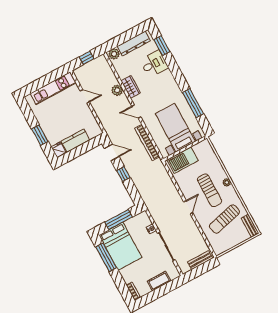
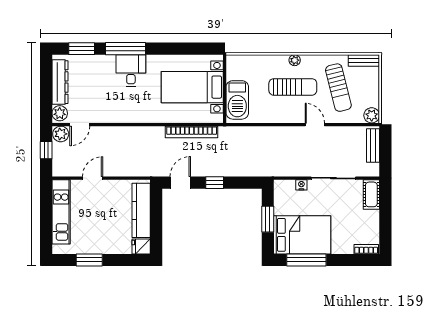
desk: (154, 64) -> (131, 71), moved
wardrobe: (131, 87) -> (112, 115), removed
plant: (117, 90) -> (61, 134), moved
window: (193, 103) -> (126, 49), moved
door: (136, 112) -> (80, 125), moved
window: (40, 135) -> (89, 260), moved
kitchen counter: (75, 141) -> (141, 210), width x1.50
door: (188, 207) -> (315, 125), moved
window: (119, 219) -> (268, 219), width x0.69
plant: (218, 249) -> (372, 115), added
cot: (159, 281) -> (371, 194), moved

